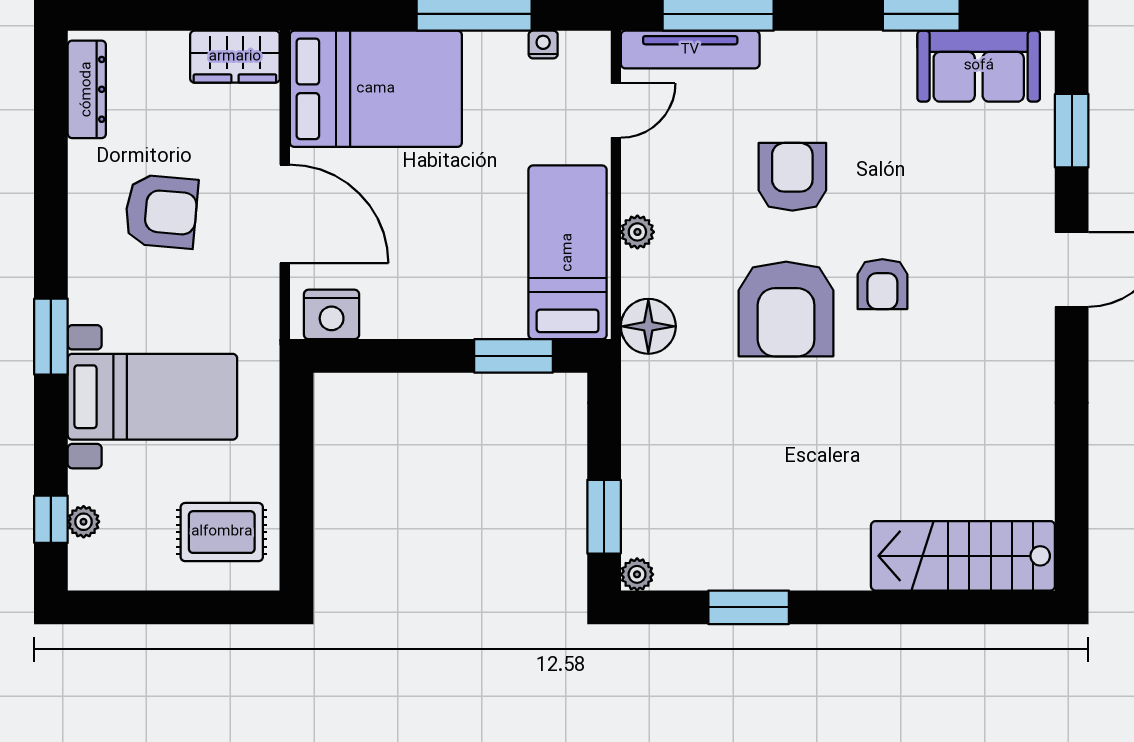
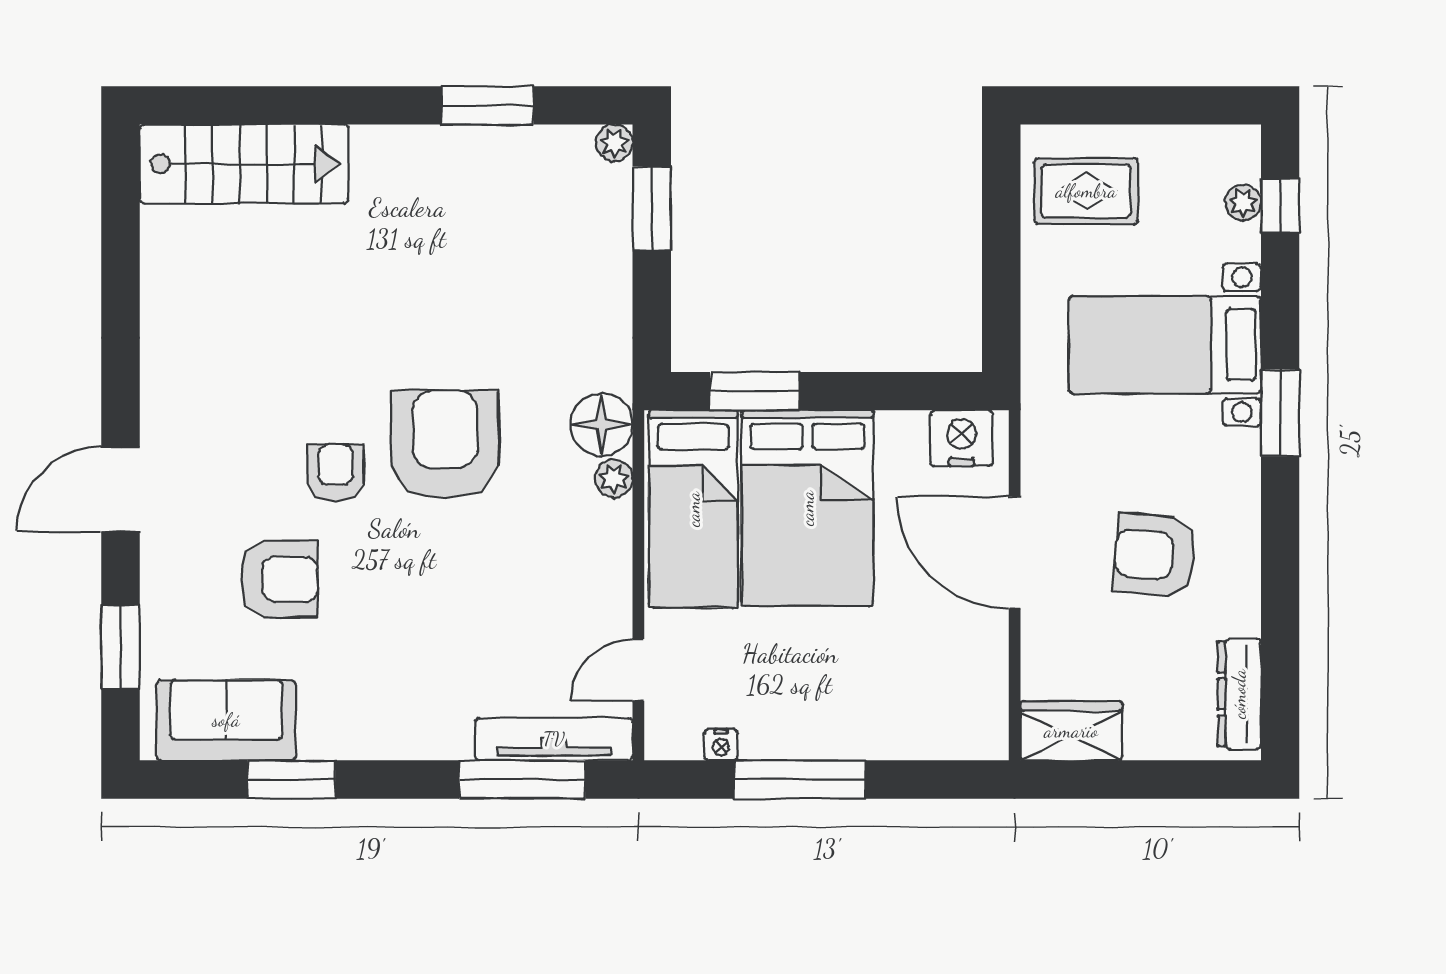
bed: (376, 89) -> (807, 508), moved, turned -90
armchair: (792, 177) -> (279, 579), moved, turned -90
plant: (637, 232) -> (614, 479), moved

